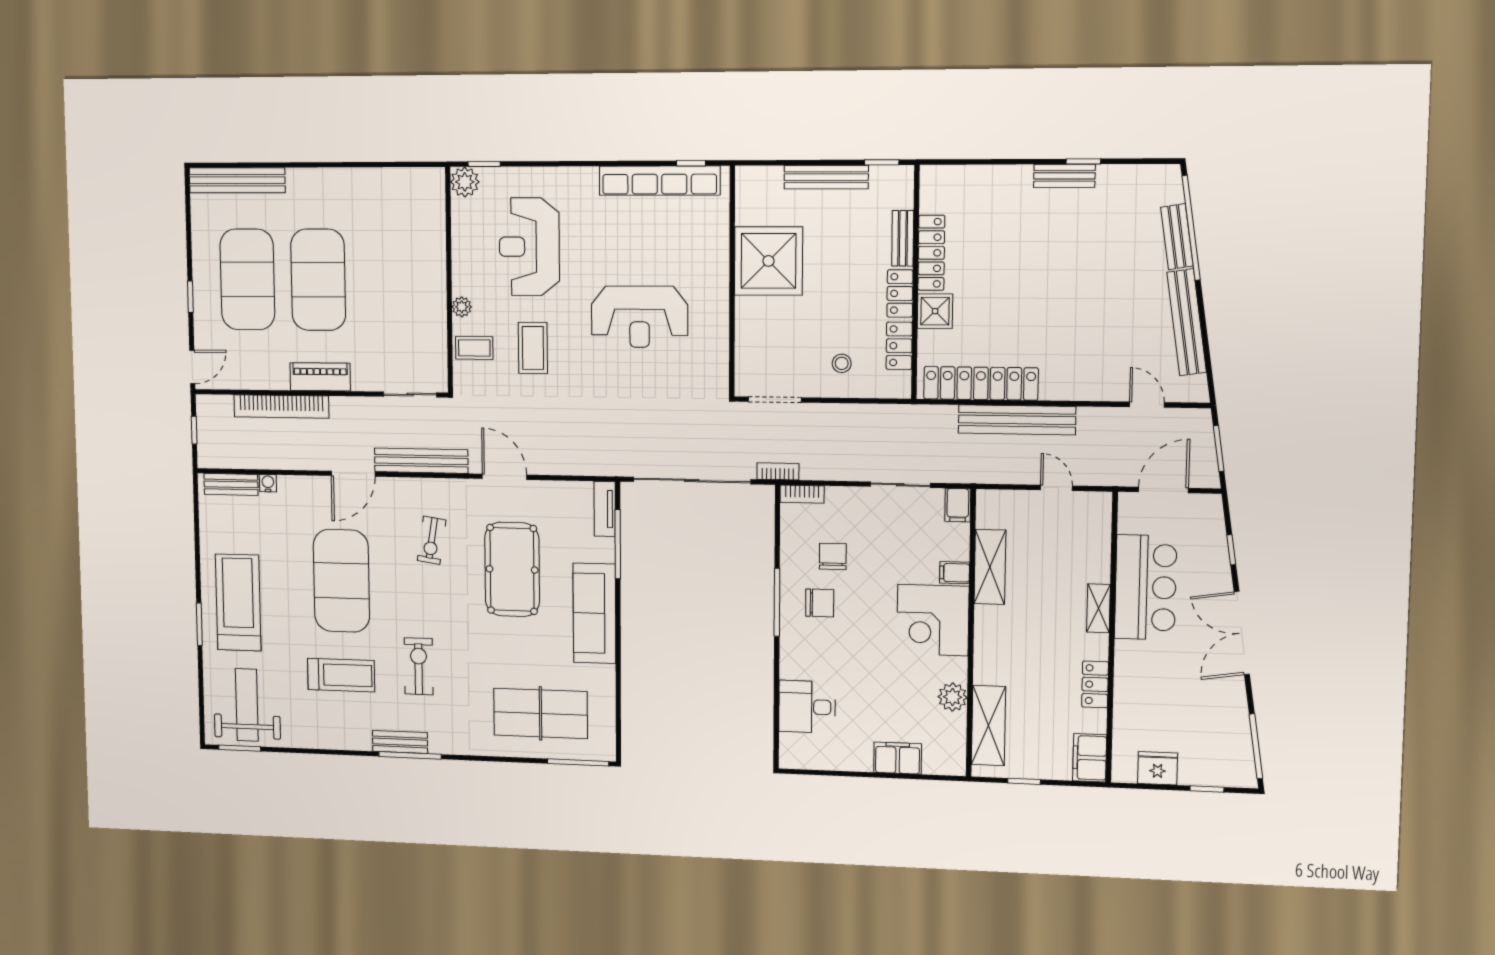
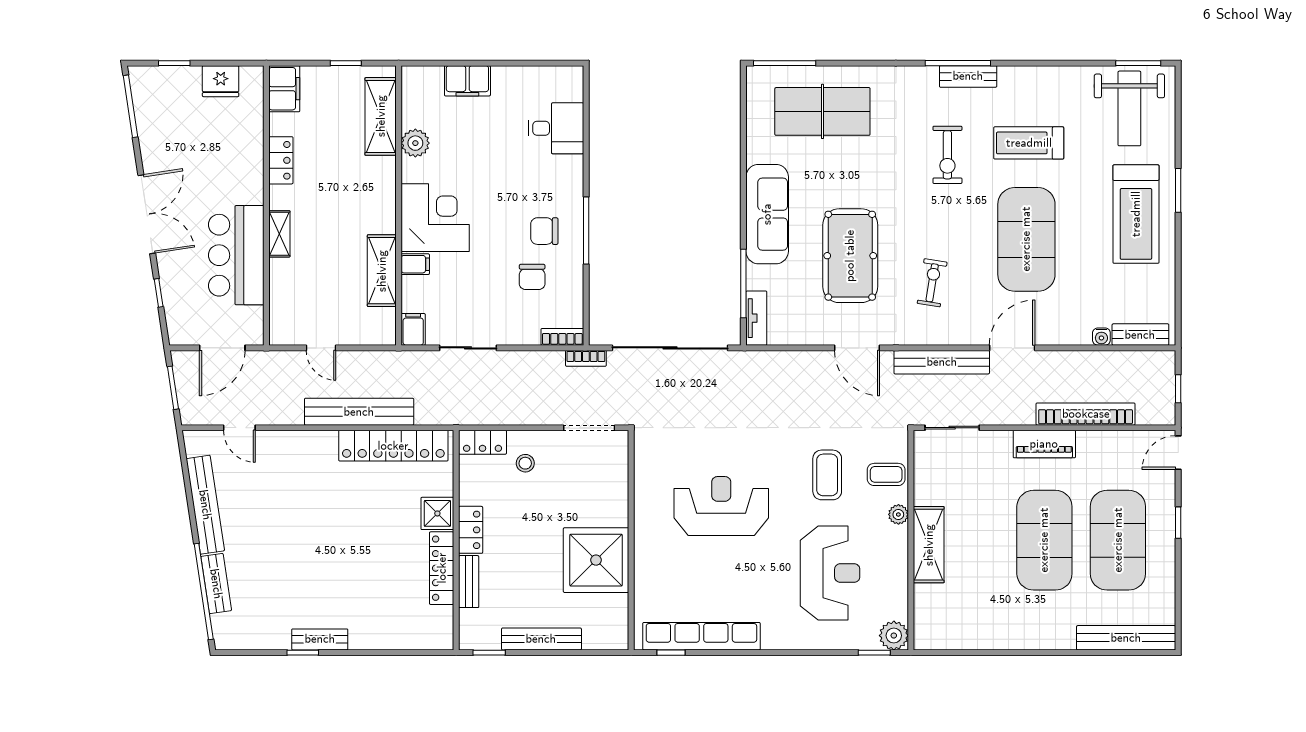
shelving: (431, 276) -> (929, 545), added
locker: (899, 346) -> (483, 442), moved, turned 90

